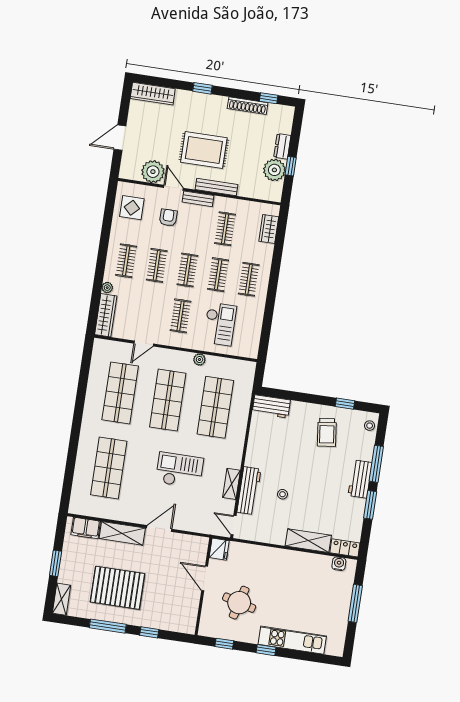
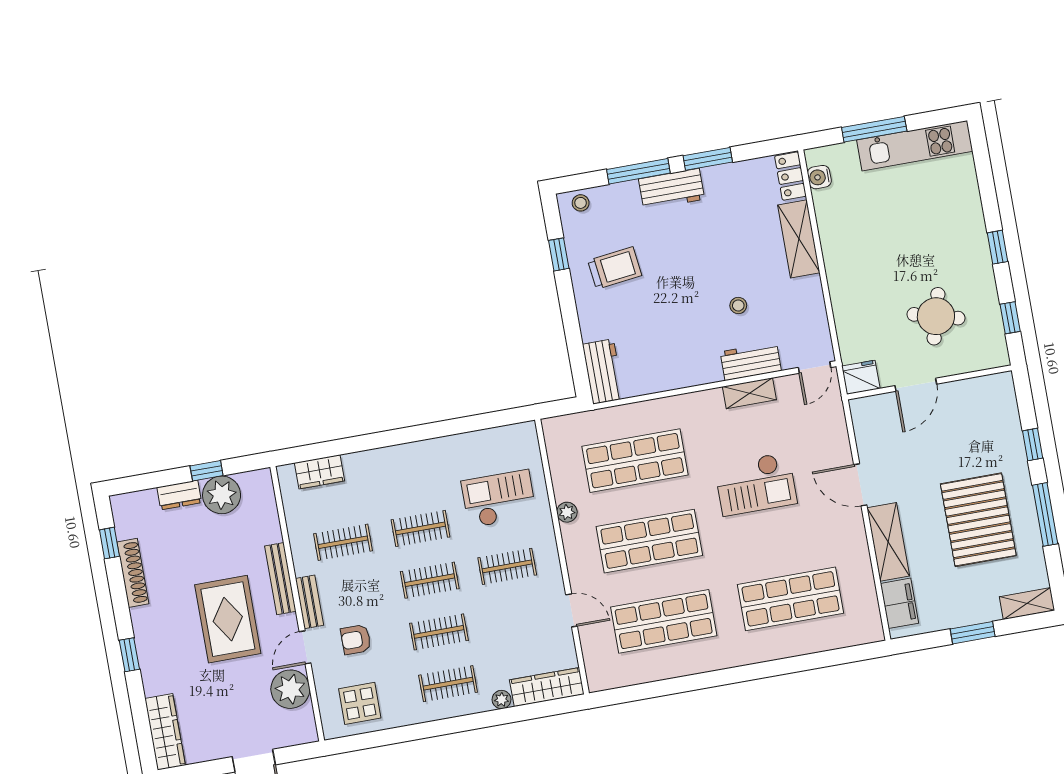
clothes rail: (249, 279) -> (411, 477), removed
checkout: (179, 470) -> (756, 484), turned -90
workbench: (249, 491) -> (751, 361), width x0.73
kitchen unit: (292, 640) -> (915, 146), moved, turned -90

